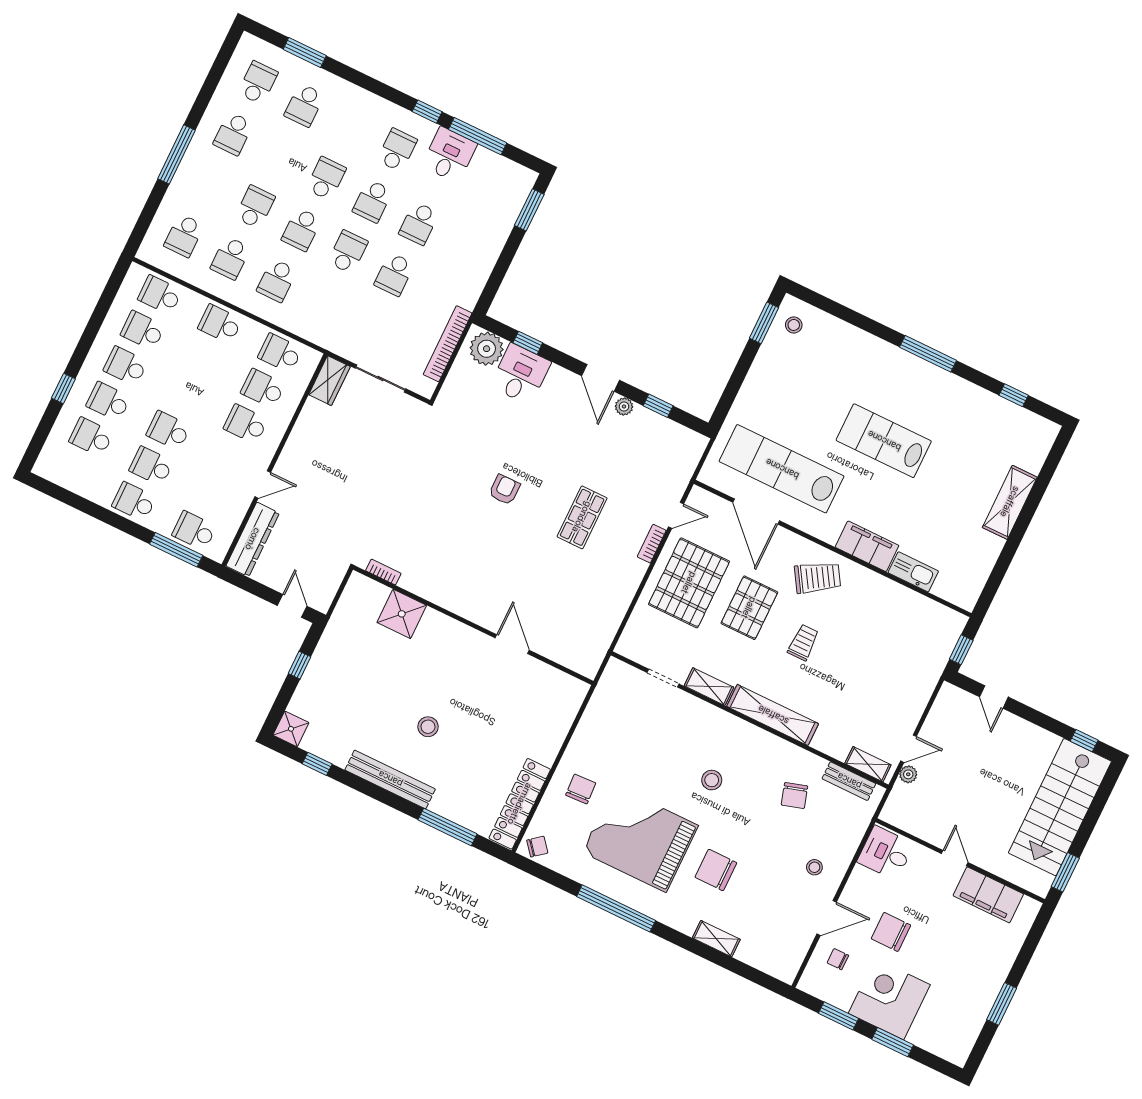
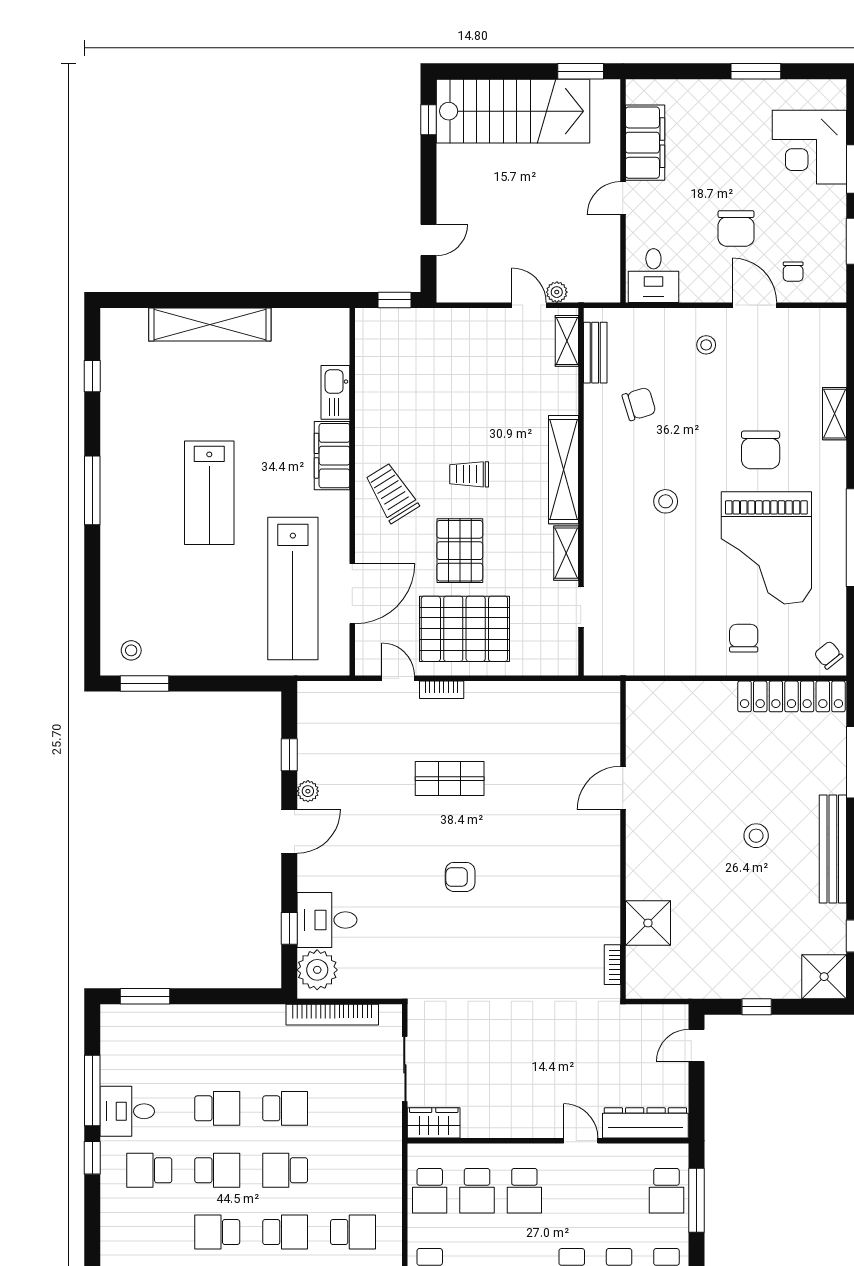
shelving: (1010, 502) -> (210, 324), width x1.47
pallet: (749, 608) -> (460, 551), turned 90
shower: (291, 729) -> (824, 977), width x1.36, depth x1.36
chair: (581, 789) -> (744, 638), turned 93
corner desk: (889, 999) -> (809, 147), moved

